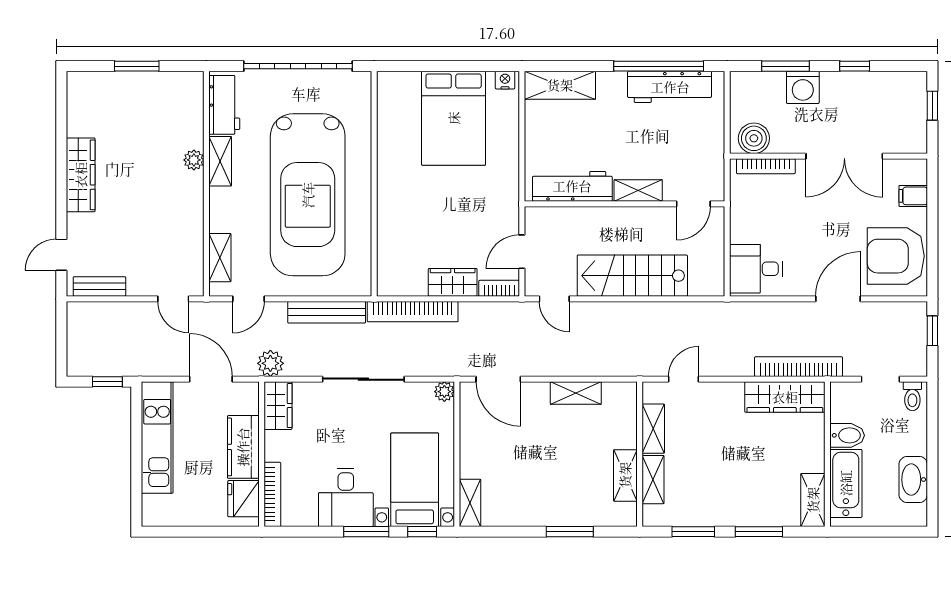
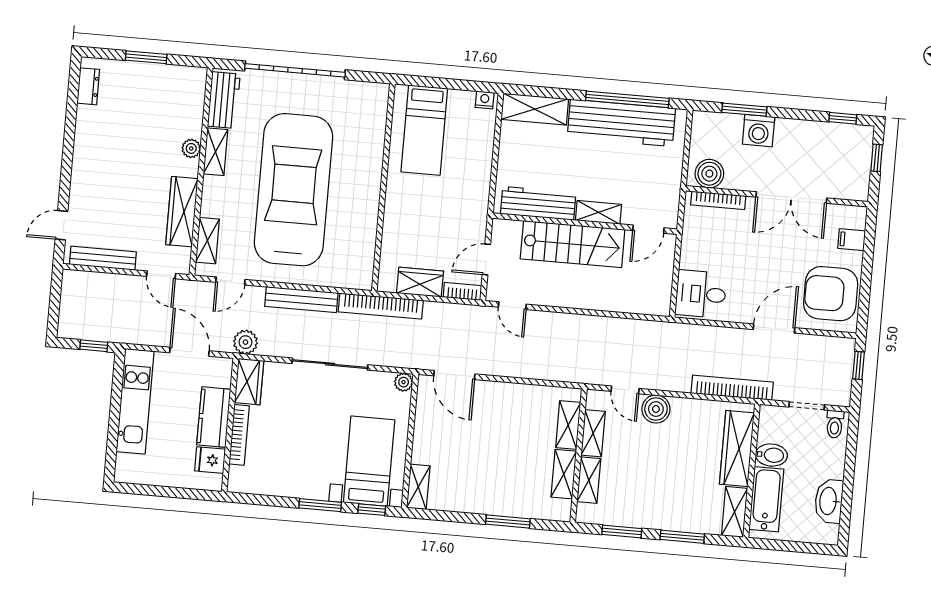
window: (855, 66) -> (843, 118), moved
workbench: (670, 87) -> (621, 123), width x1.36, depth x1.32
dresser: (77, 103) -> (88, 86), added
bed: (454, 118) -> (424, 130), width x0.67
wardrobe: (81, 175) -> (182, 212), moved, turned 180
wall: (374, 184) -> (383, 187), moved
car: (308, 195) -> (293, 190), turned 180
stairs: (632, 276) -> (573, 244), moved, turned 180
bench: (99, 286) -> (103, 258), width x1.36
door: (684, 379) -> (625, 390), swing flipped
shelving: (576, 393) -> (568, 425), moved, turned 90
boiler: (719, 397) -> (656, 409), added
wardrobe: (785, 397) -> (737, 448), moved, turned 90
bookcase: (272, 494) -> (239, 435), moved
desk: (346, 497) -> (304, 472), removed
fridge: (243, 499) -> (210, 460), width x0.72

